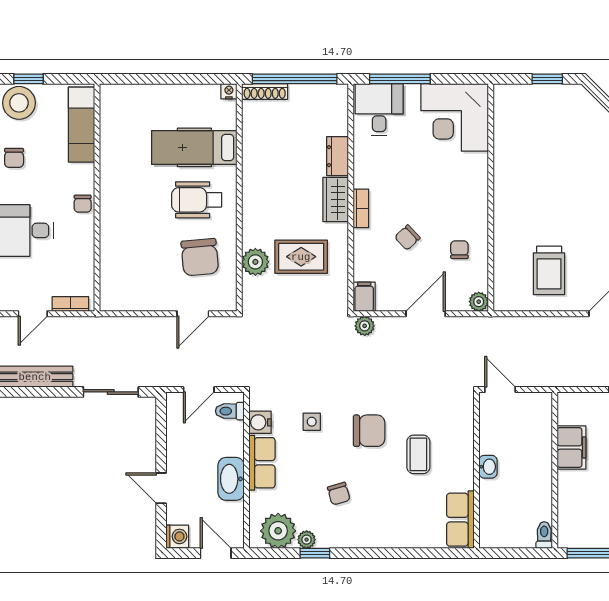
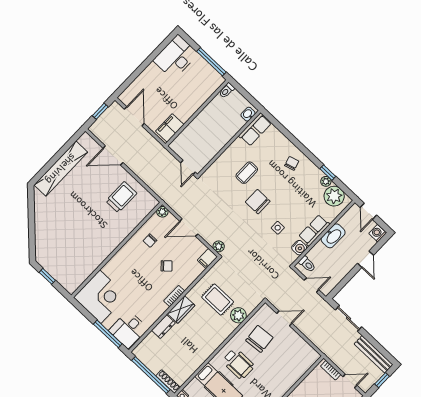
filing cabinet: (572, 448) -> (170, 128), moved
washbasin: (488, 467) -> (248, 114), moved
chair: (339, 494) -> (292, 163), moved

